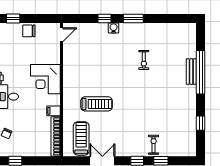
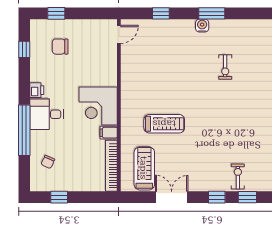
window: (105, 19) -> (161, 13), moved
water cooler: (114, 28) -> (202, 26), moved
chair: (29, 31) -> (60, 47), moved
corner desk: (45, 79) -> (98, 106), moved

